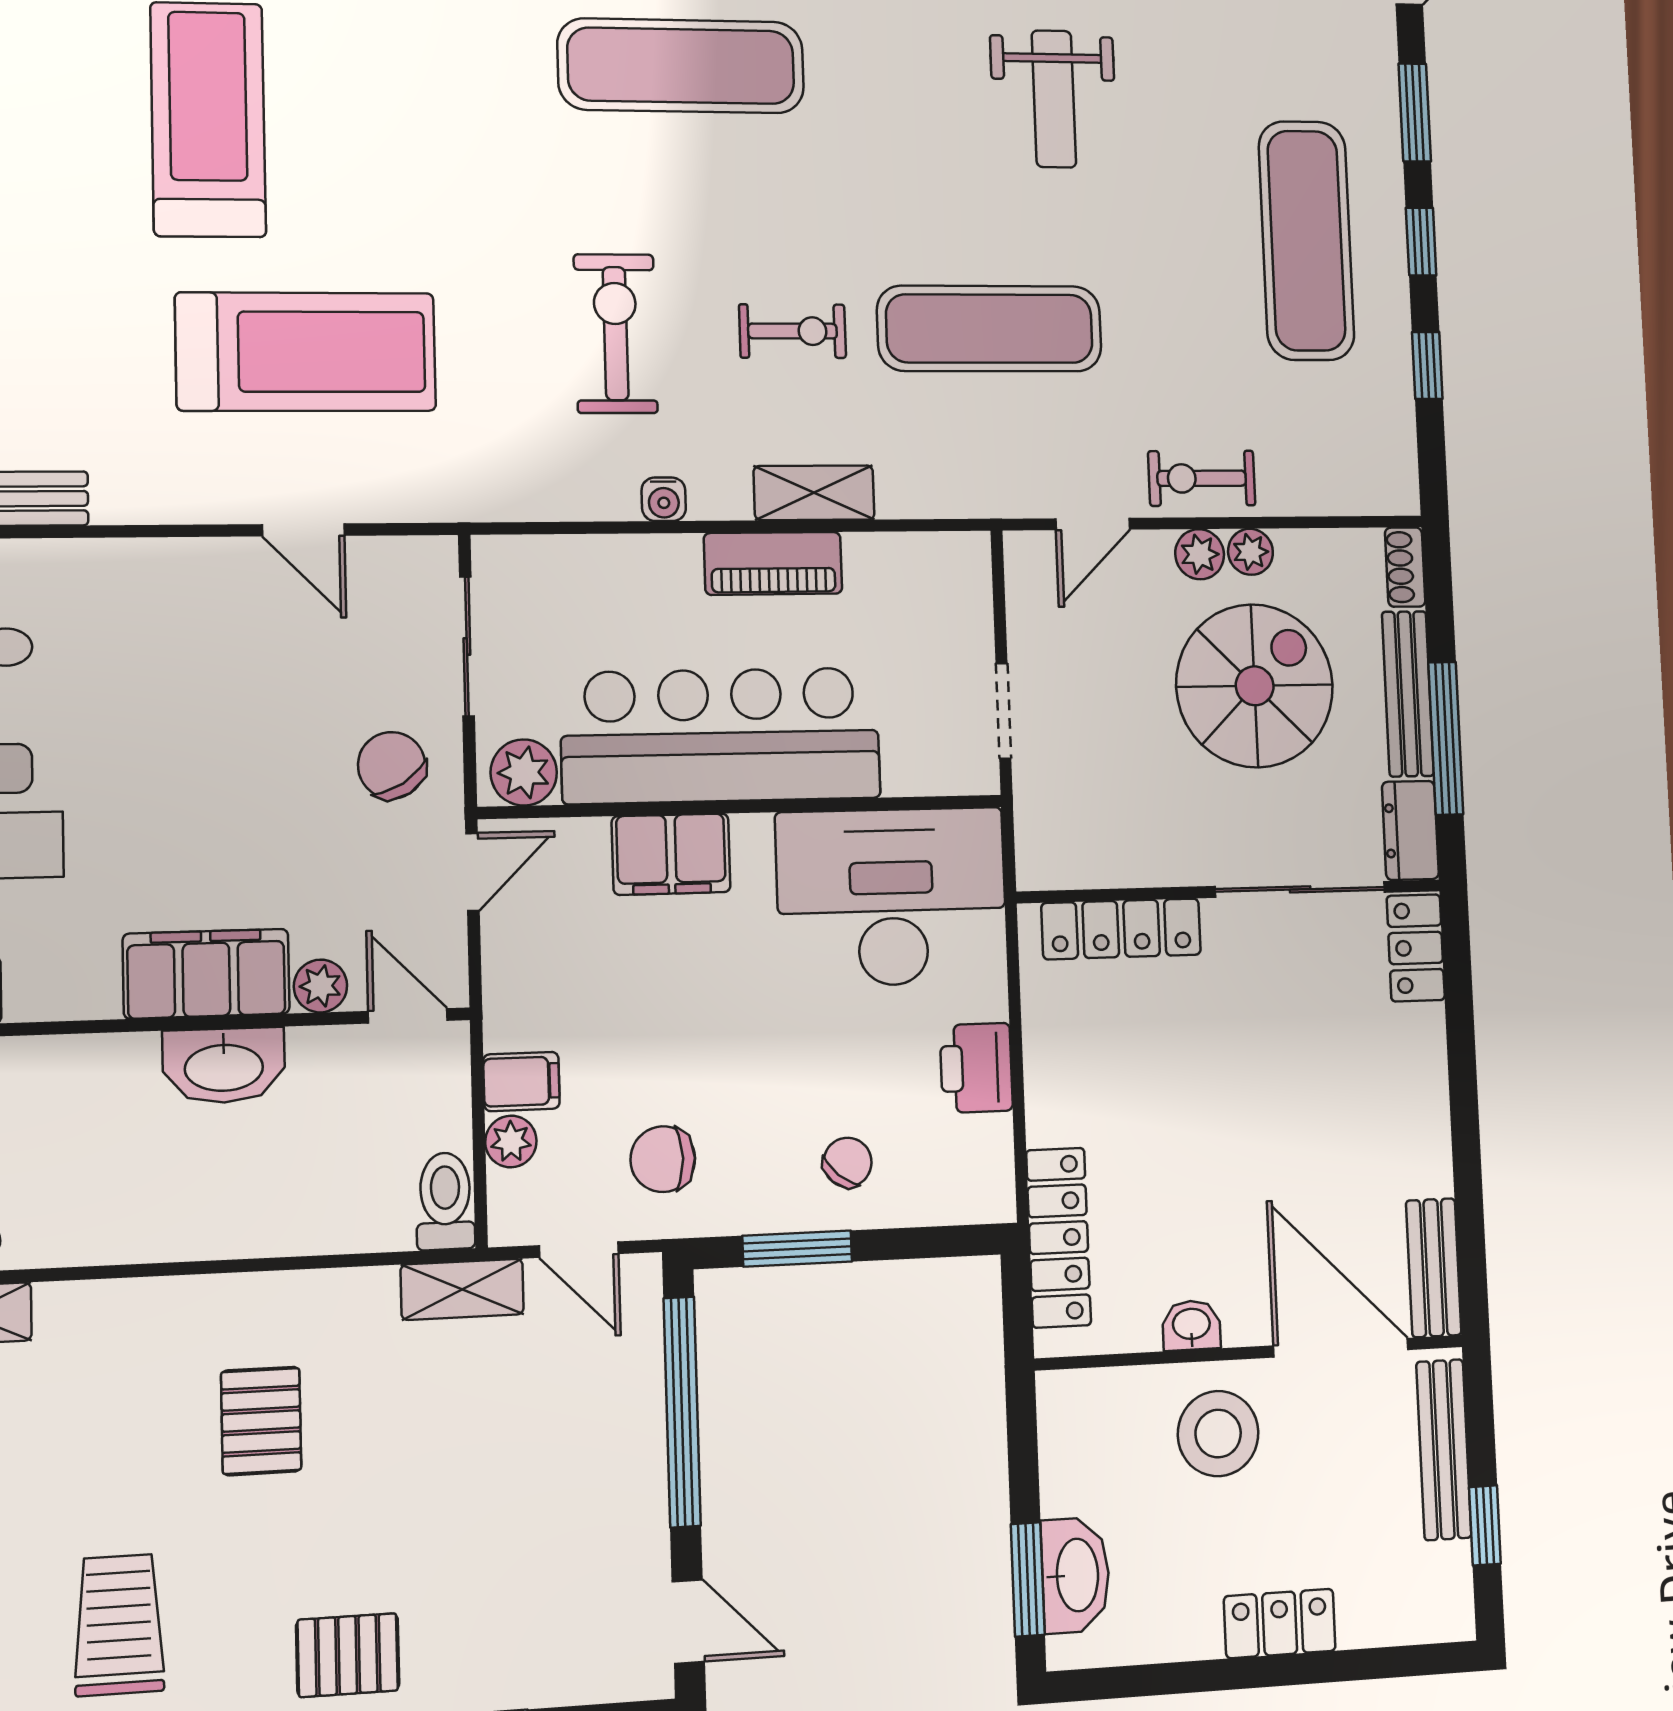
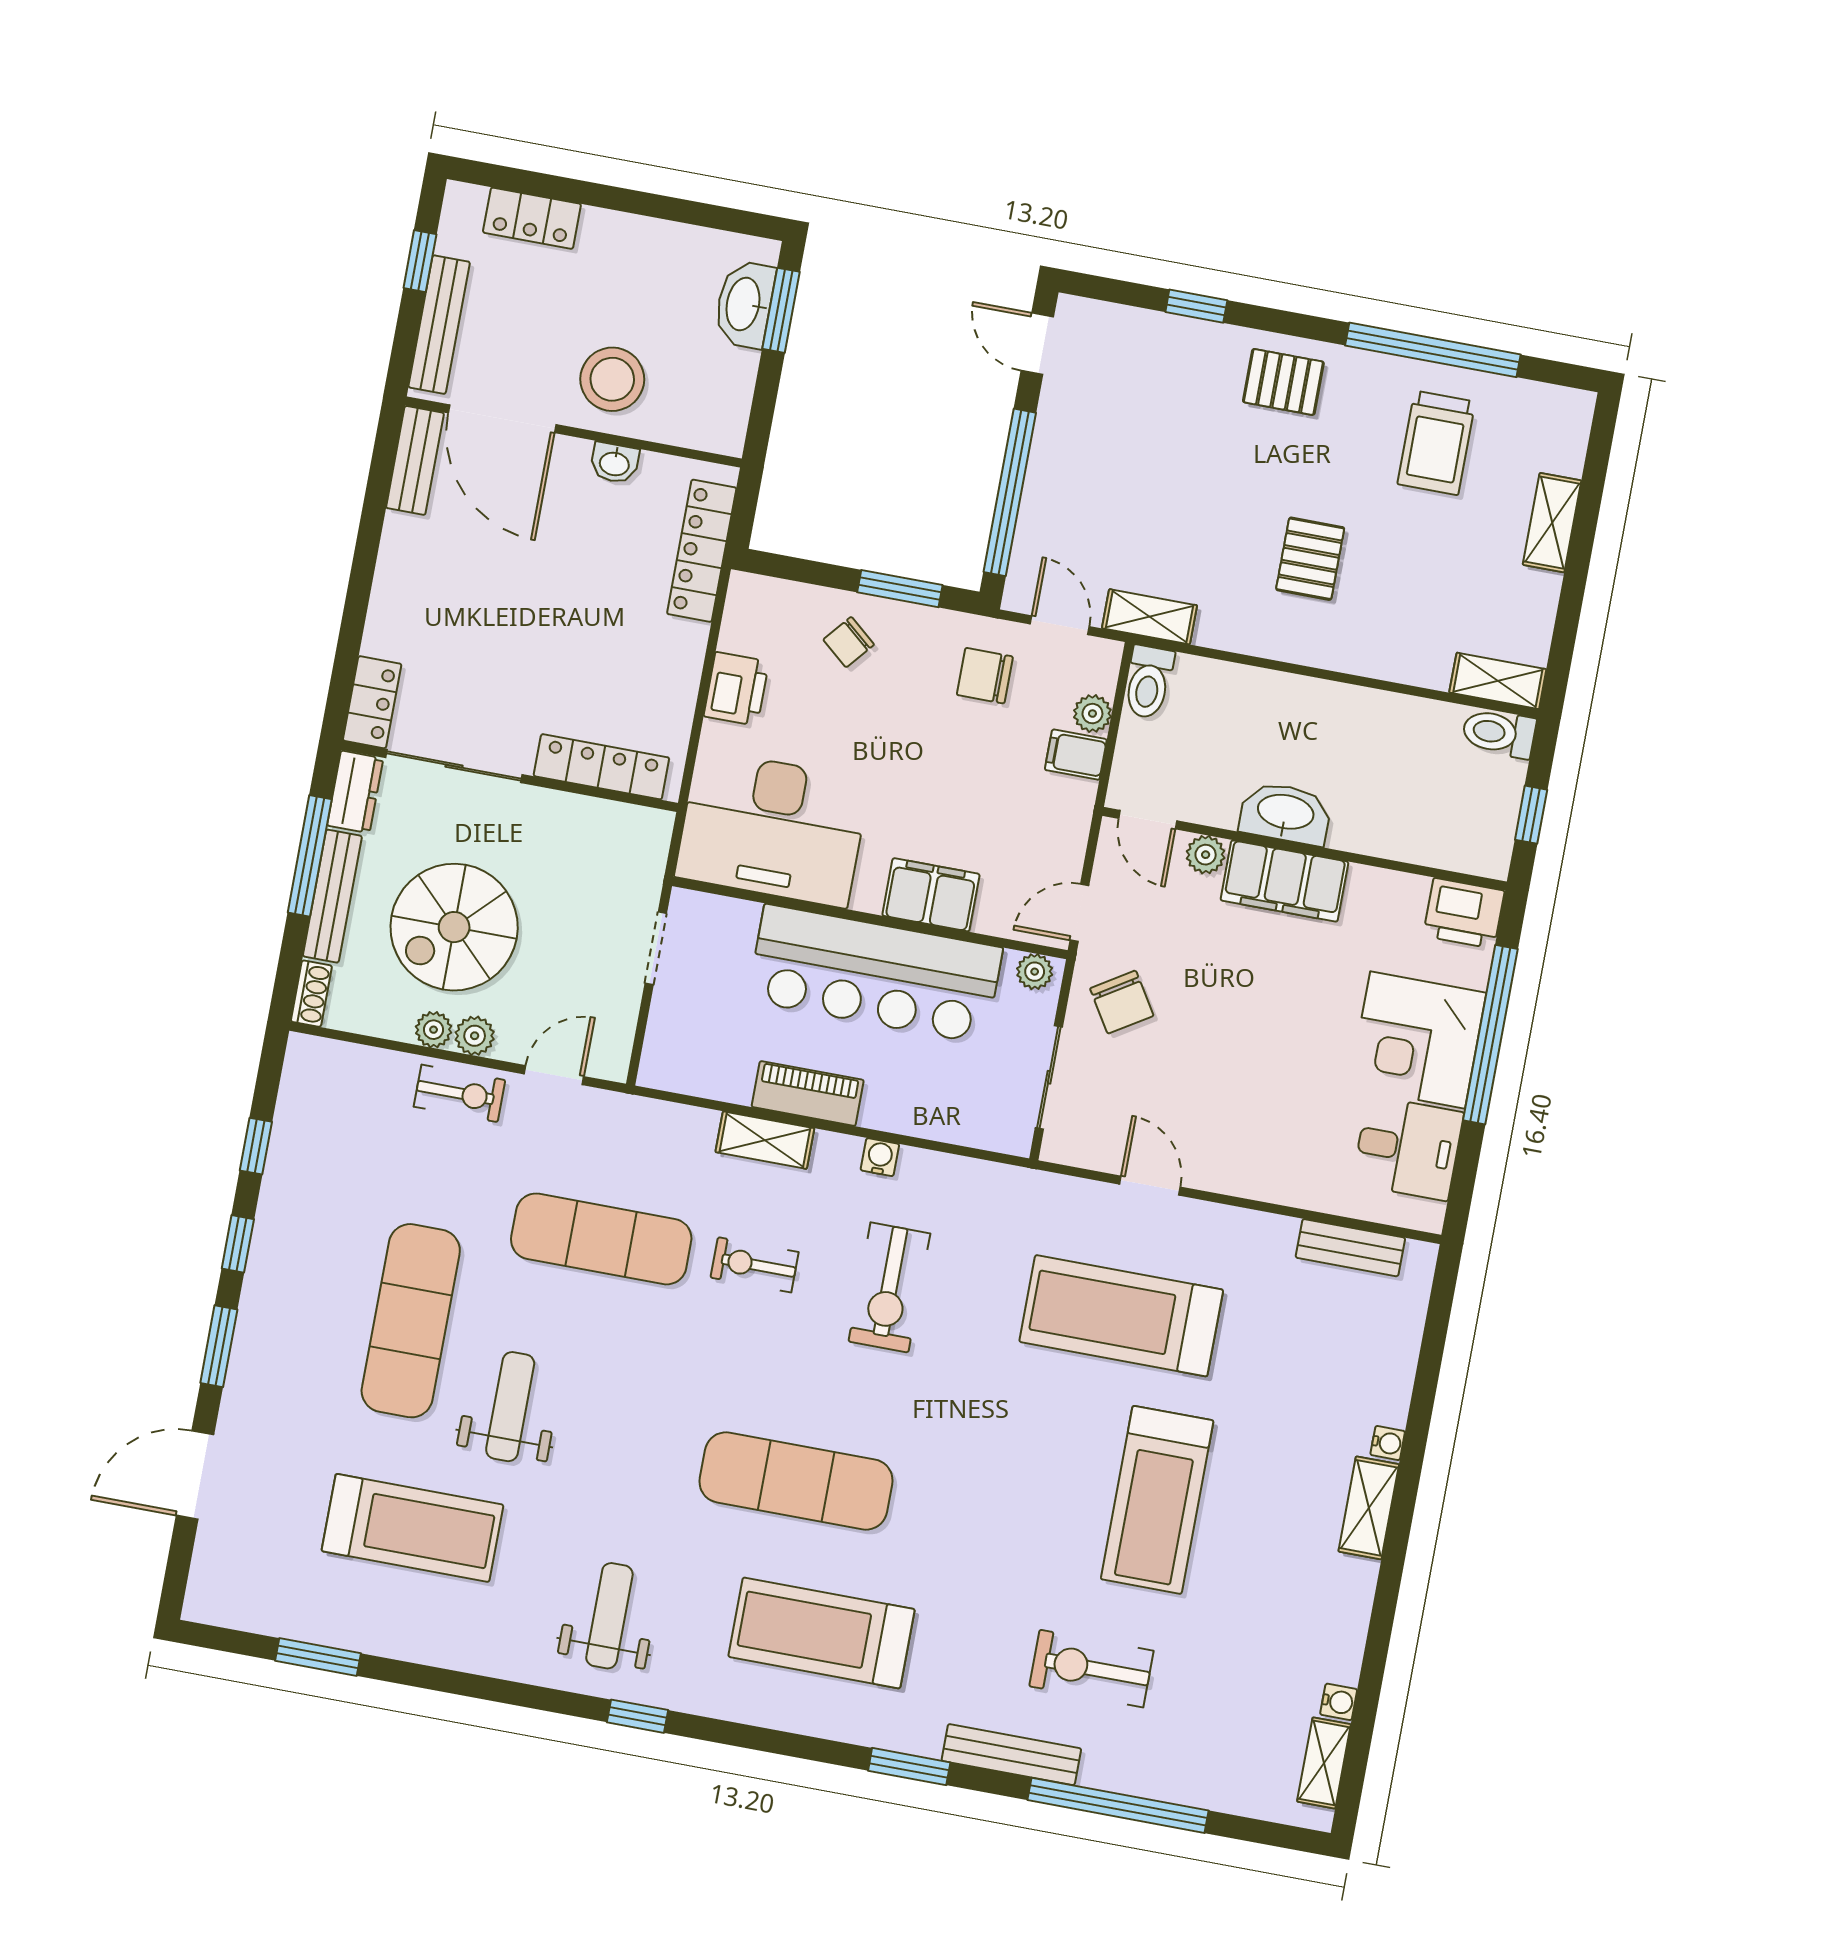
exercise mat: (1306, 241) -> (411, 1321), moved
plant: (524, 772) -> (1035, 972), width x0.73, depth x0.73
chair: (663, 1159) -> (985, 676), turned 180
locker: (1280, 1623) -> (532, 218), moved

